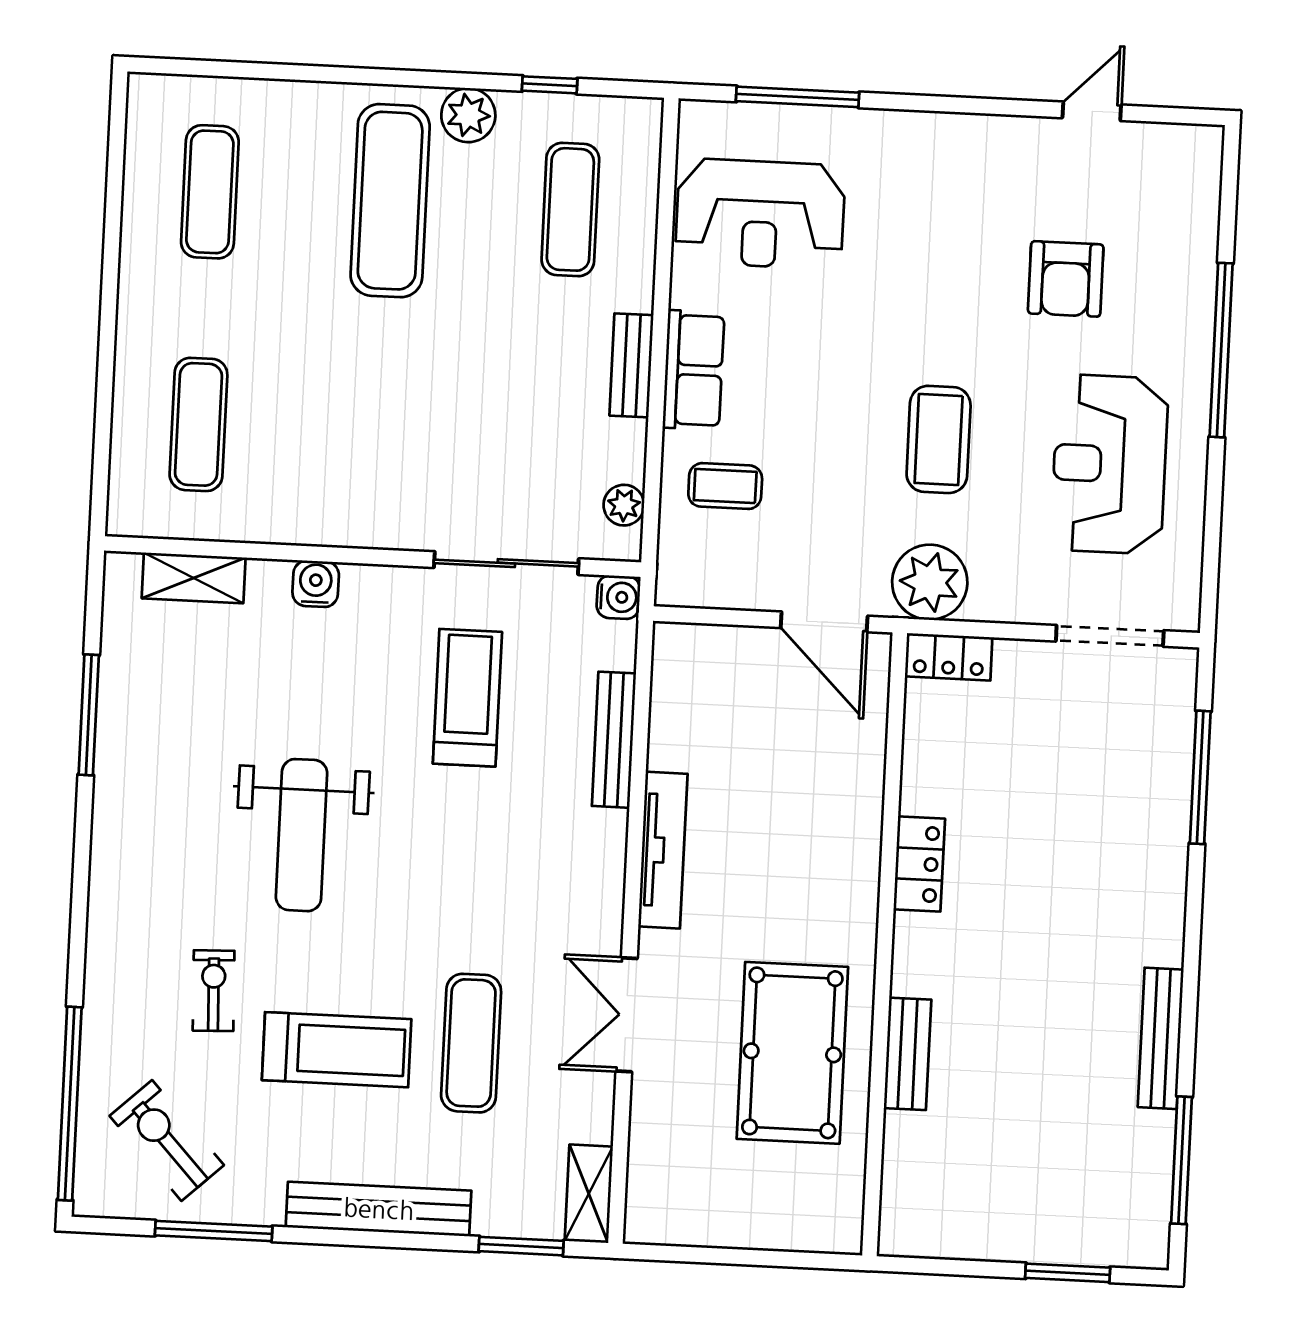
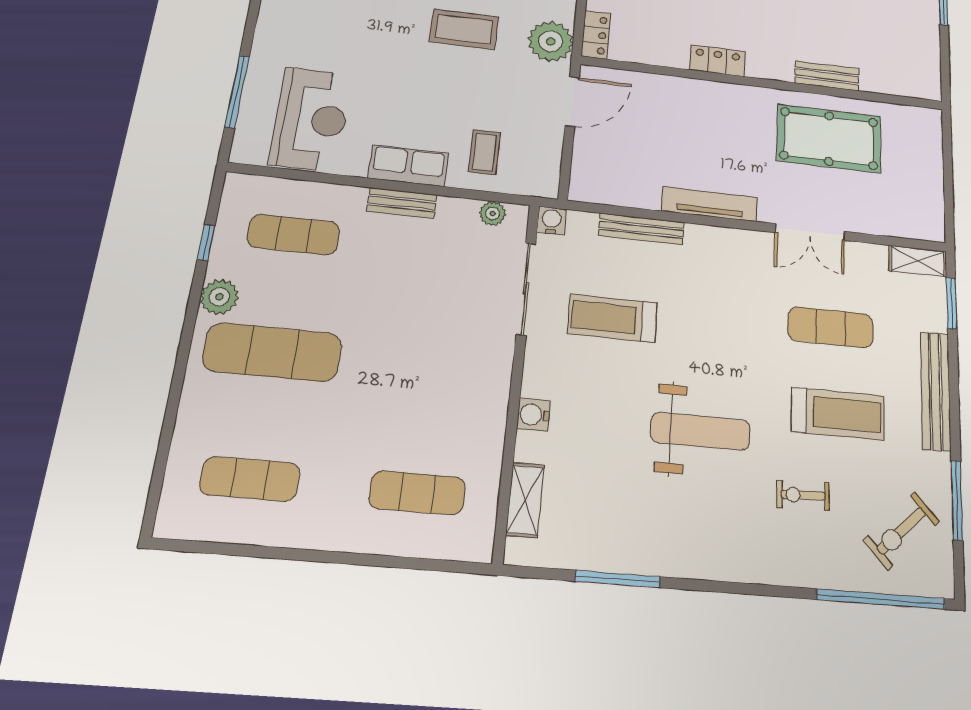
treadmill: (337, 1050) -> (838, 414), turned 90

